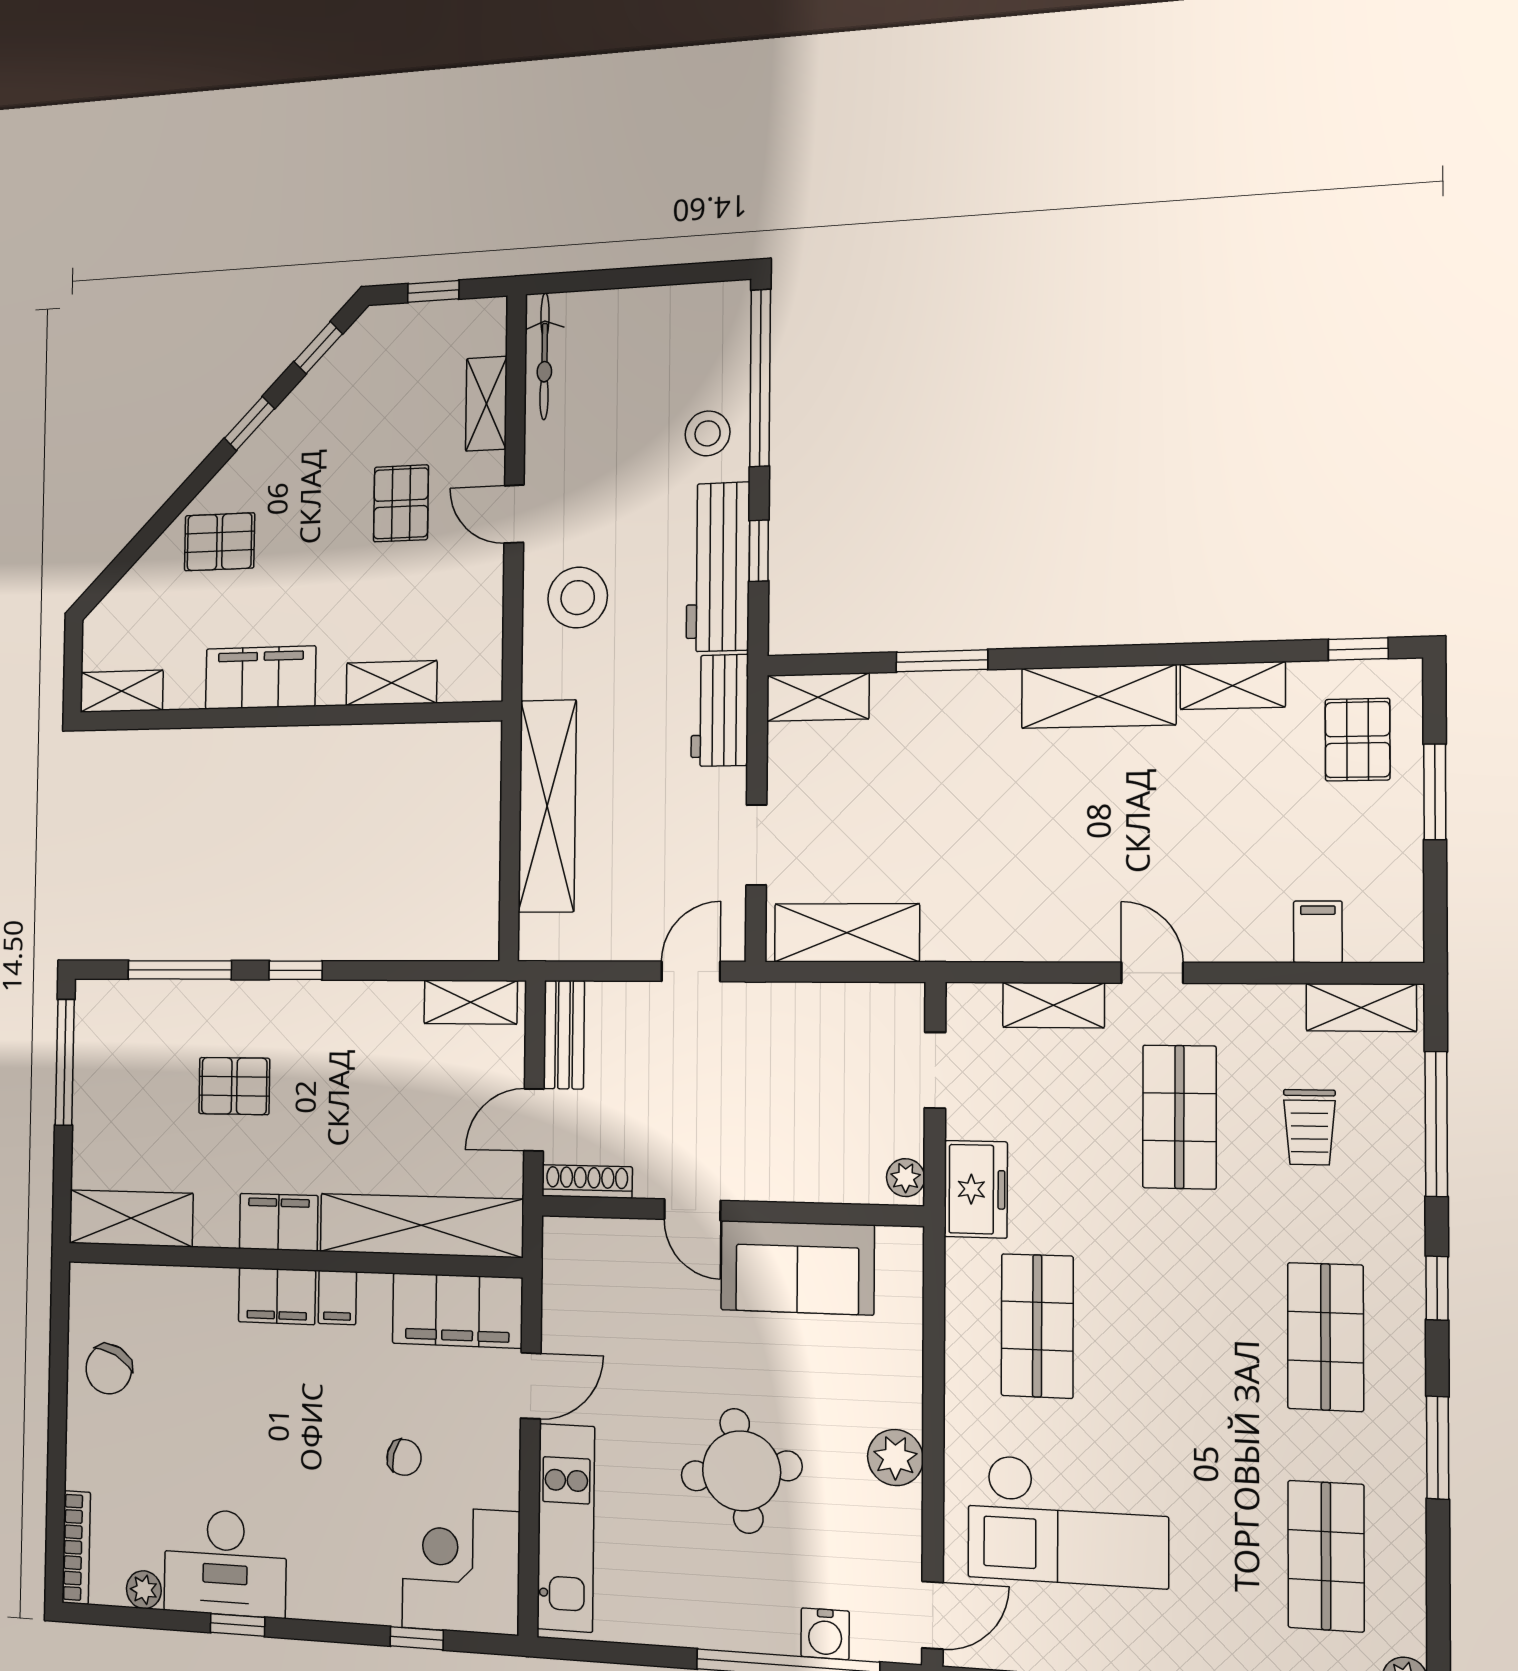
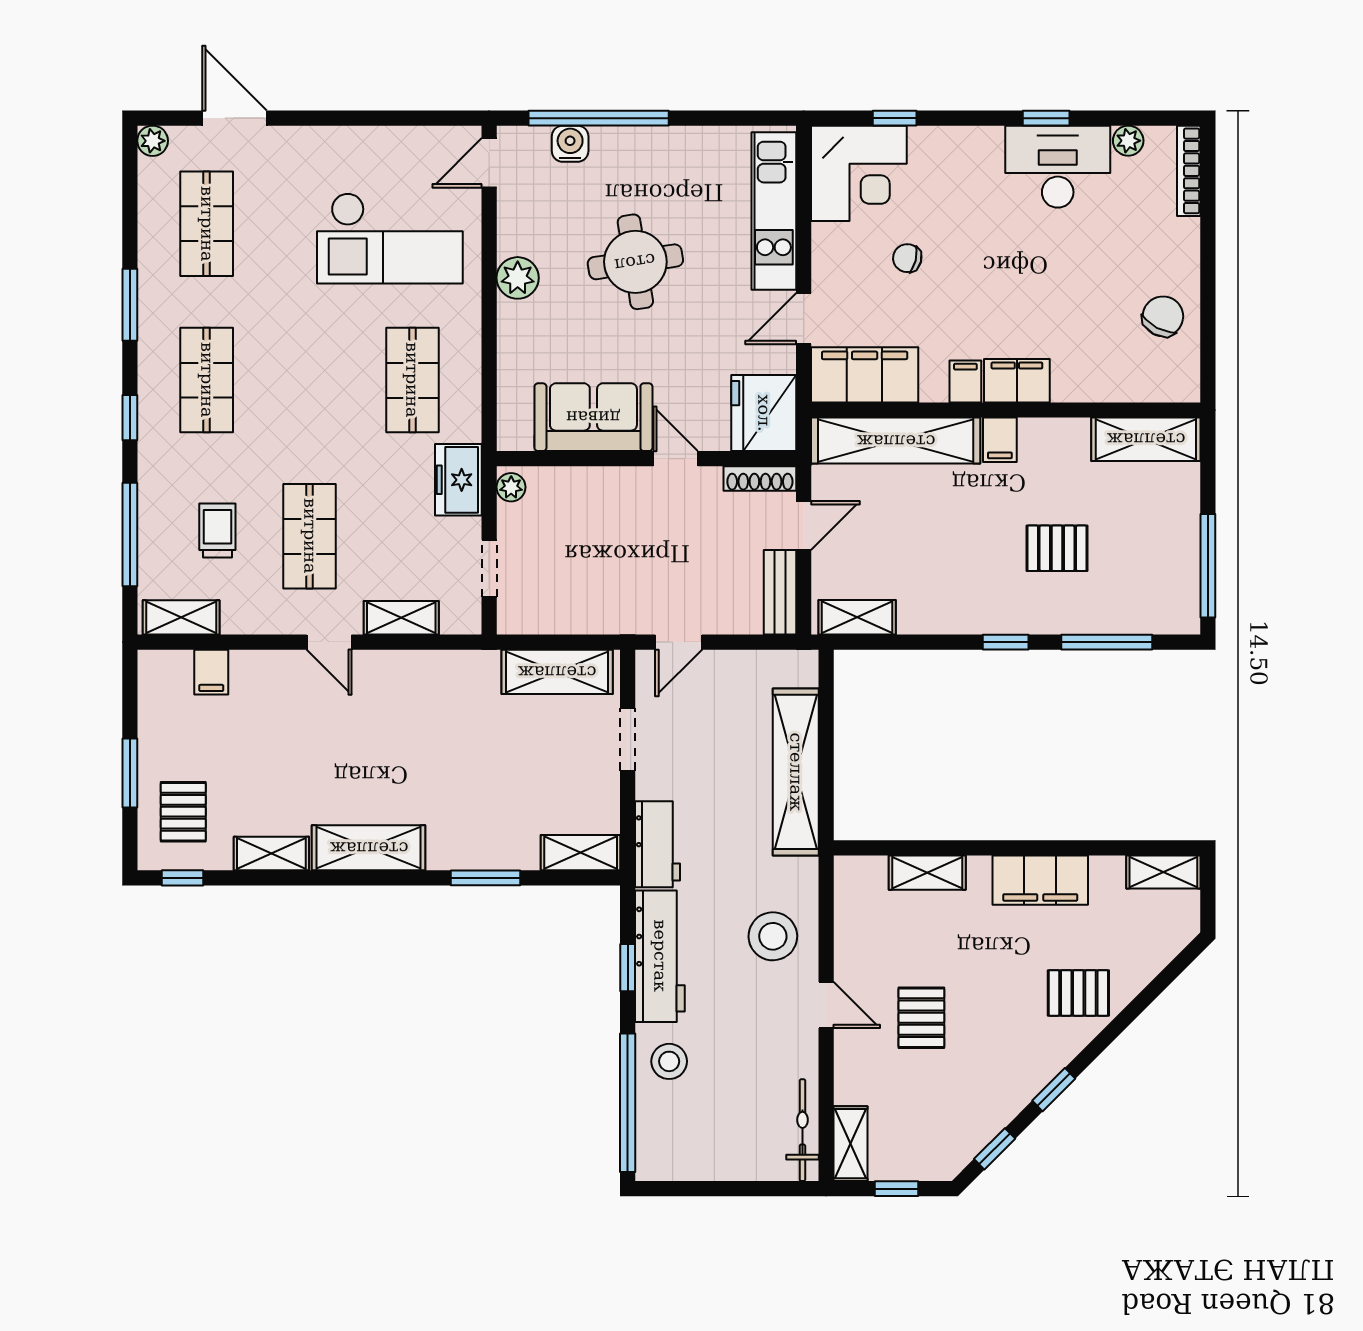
shelving: (486, 404) -> (850, 1144), moved
filing cabinet: (279, 1222) -> (1000, 440), width x0.50
fridge: (581, 1266) -> (764, 413), added
checkout: (1068, 1521) -> (390, 238), turned 180

